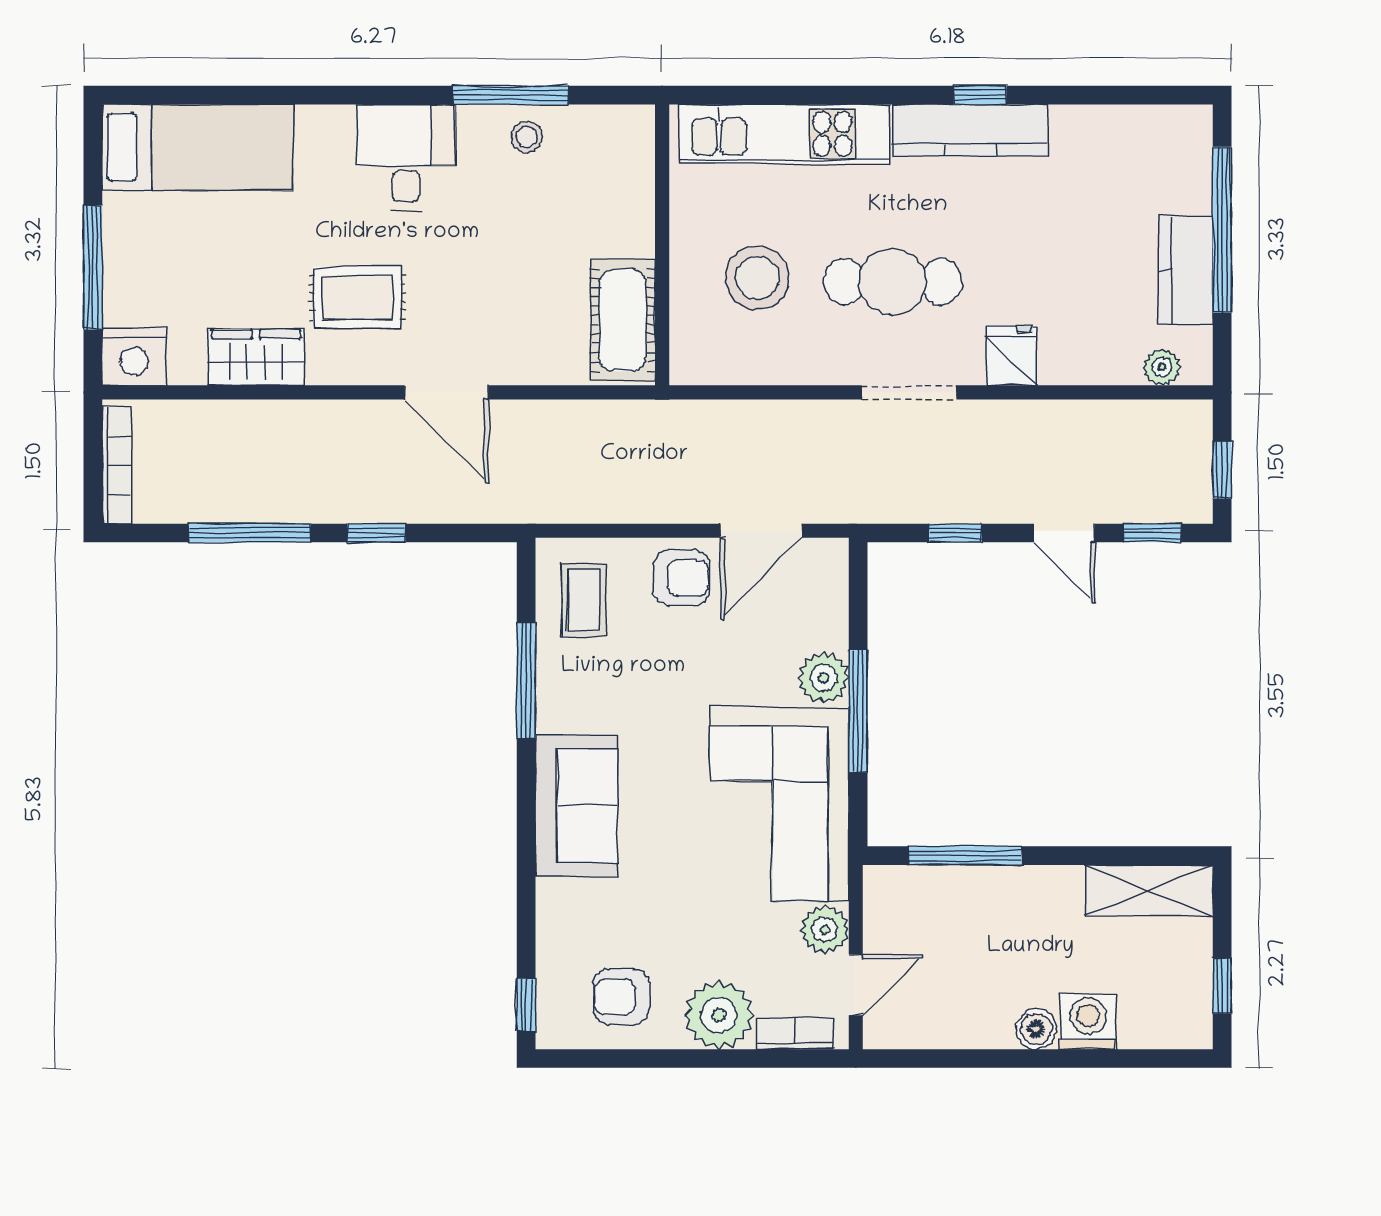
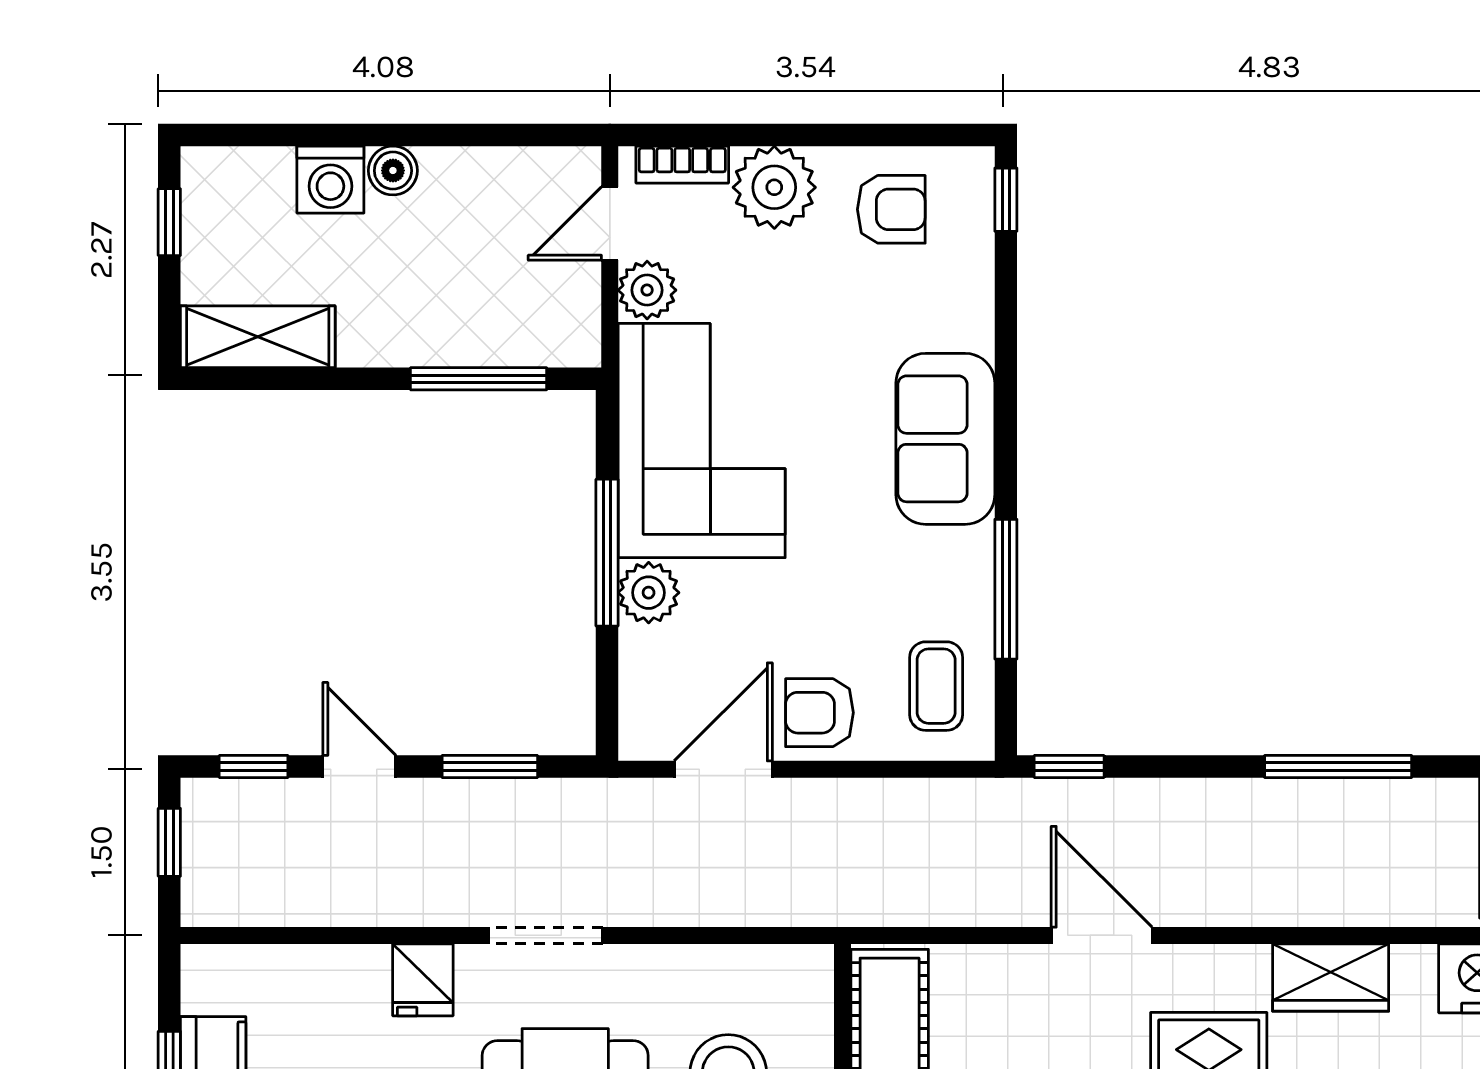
plant: (1162, 367) -> (242, 966), removed
window: (376, 533) -> (1069, 767), moved
window: (956, 533) -> (490, 767), width x1.50

